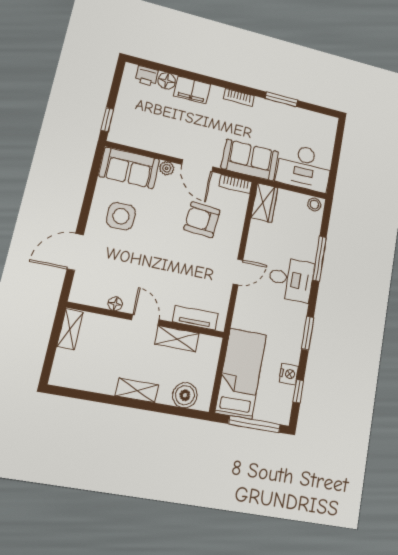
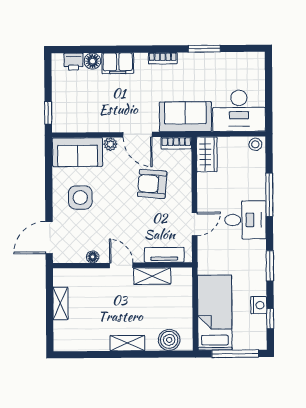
floor lamp: (115, 304) -> (93, 257), moved
tv unit: (195, 318) -> (164, 255), moved
door: (145, 320) -> (121, 265), moved
wall: (147, 320) -> (122, 265), moved
shelving: (177, 339) -> (152, 276), moved

